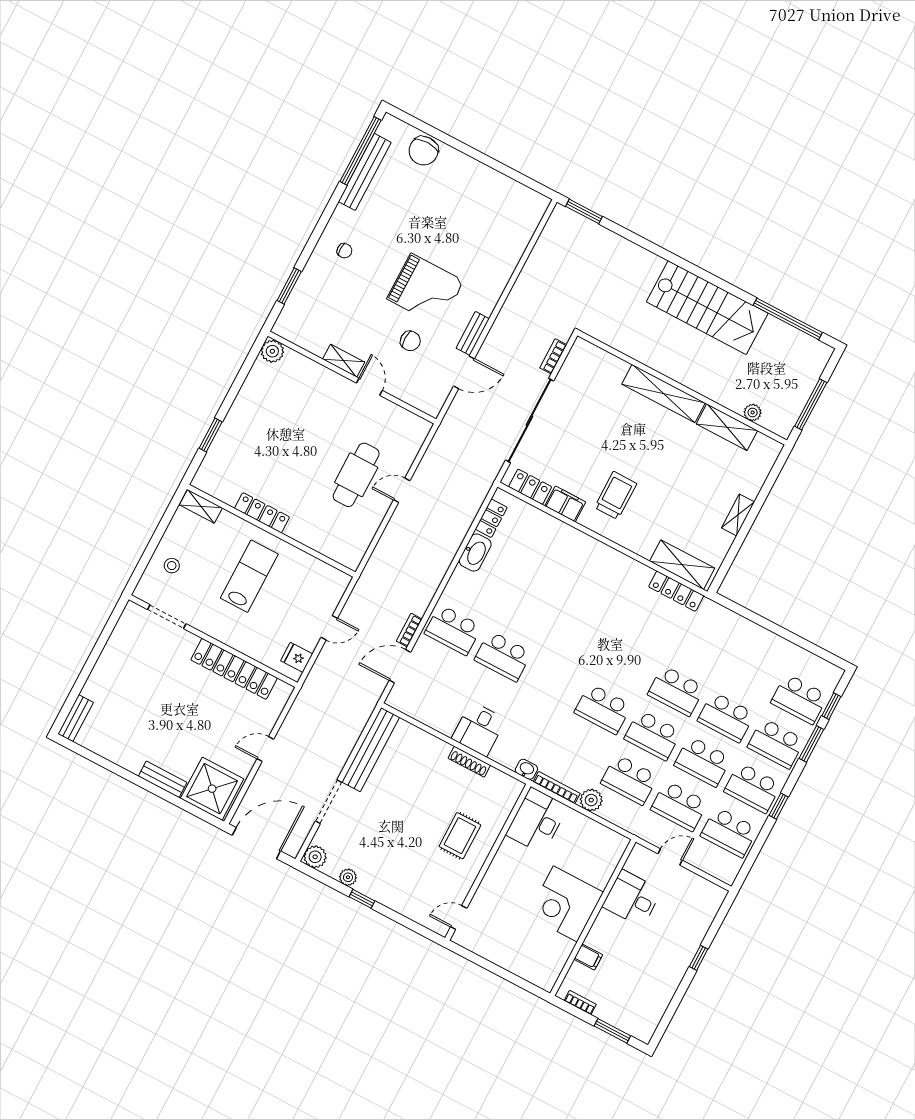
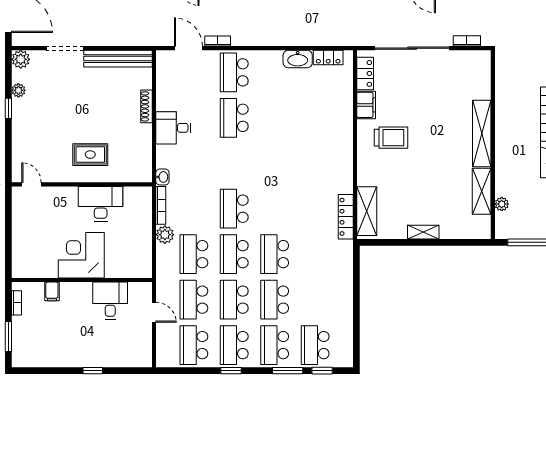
shoe rack: (469, 762) -> (146, 106), moved
desk: (537, 821) -> (101, 204), moved

